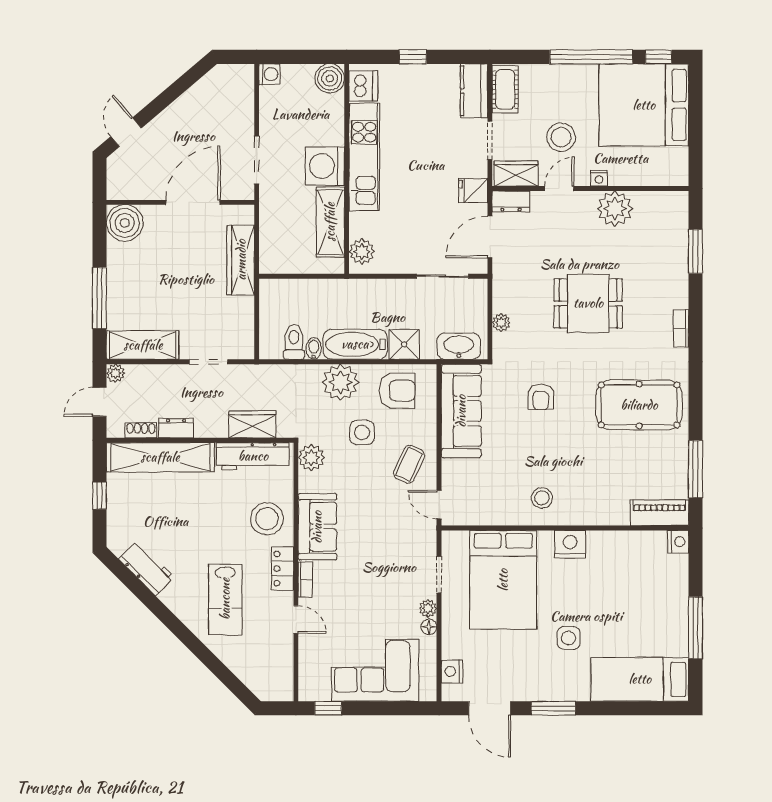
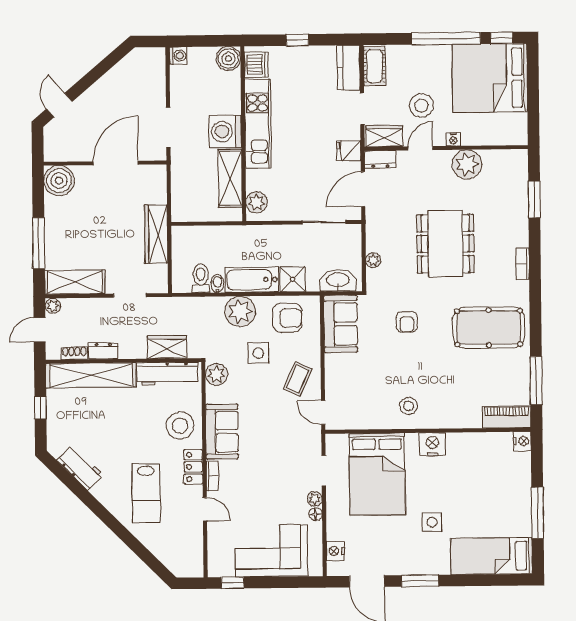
wardrobe: (241, 260) -> (156, 234), moved
dining table: (588, 303) -> (445, 244), width x1.37
sofa: (461, 411) -> (341, 324), width x0.73

